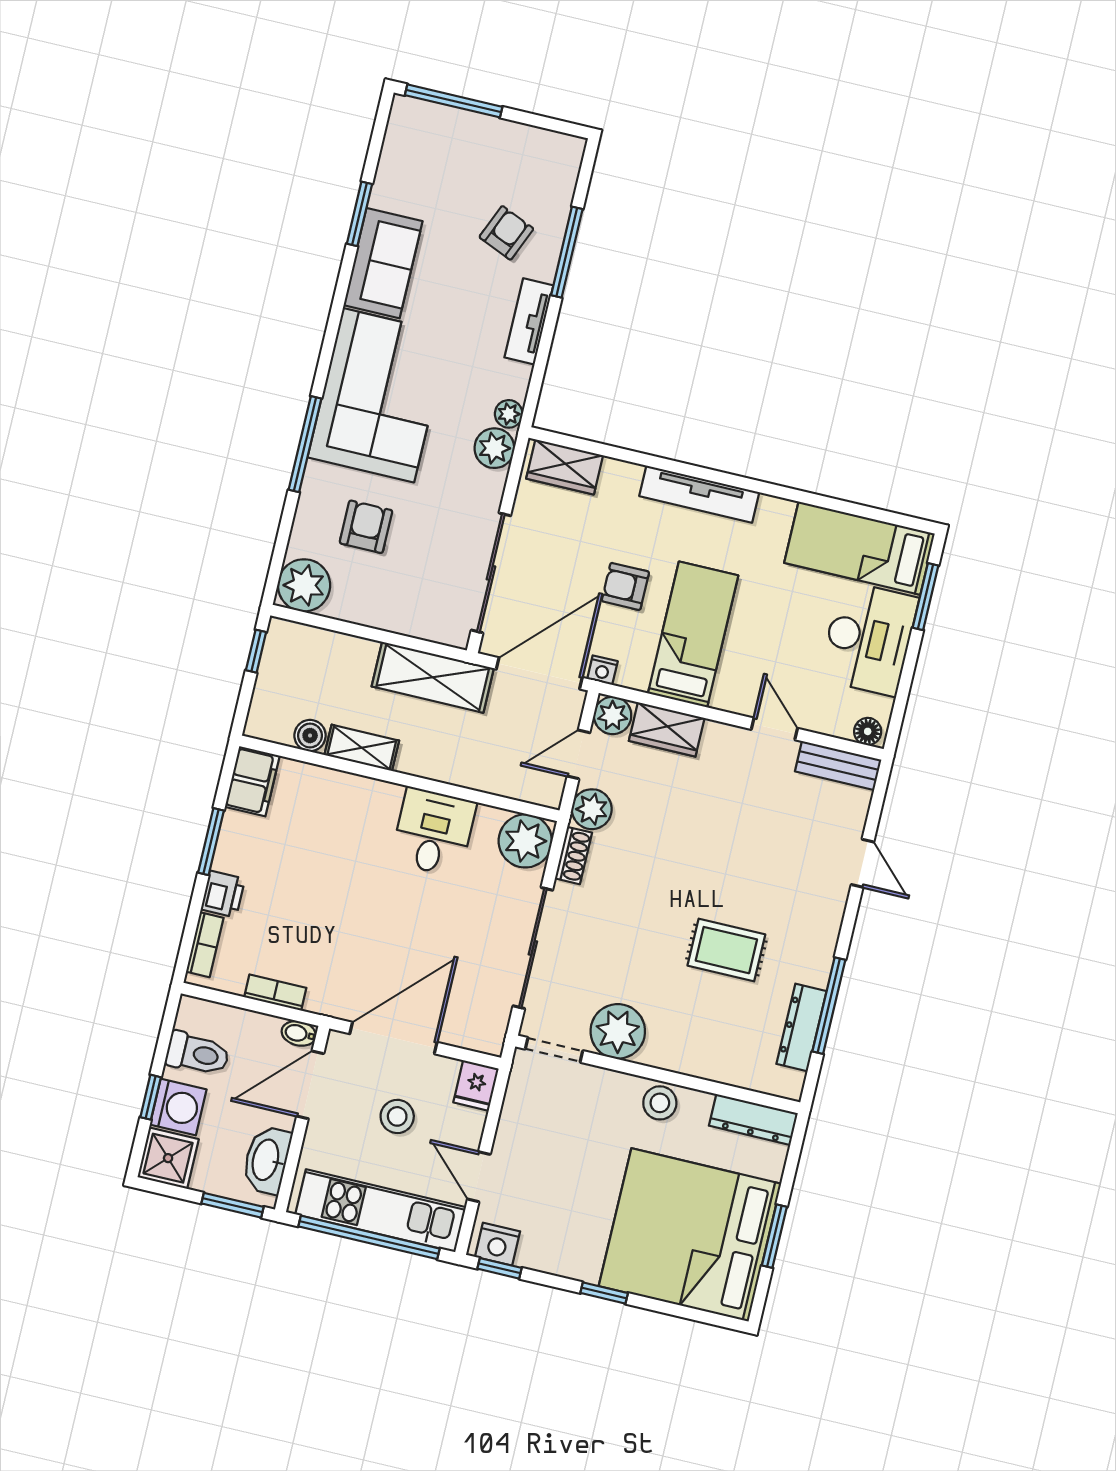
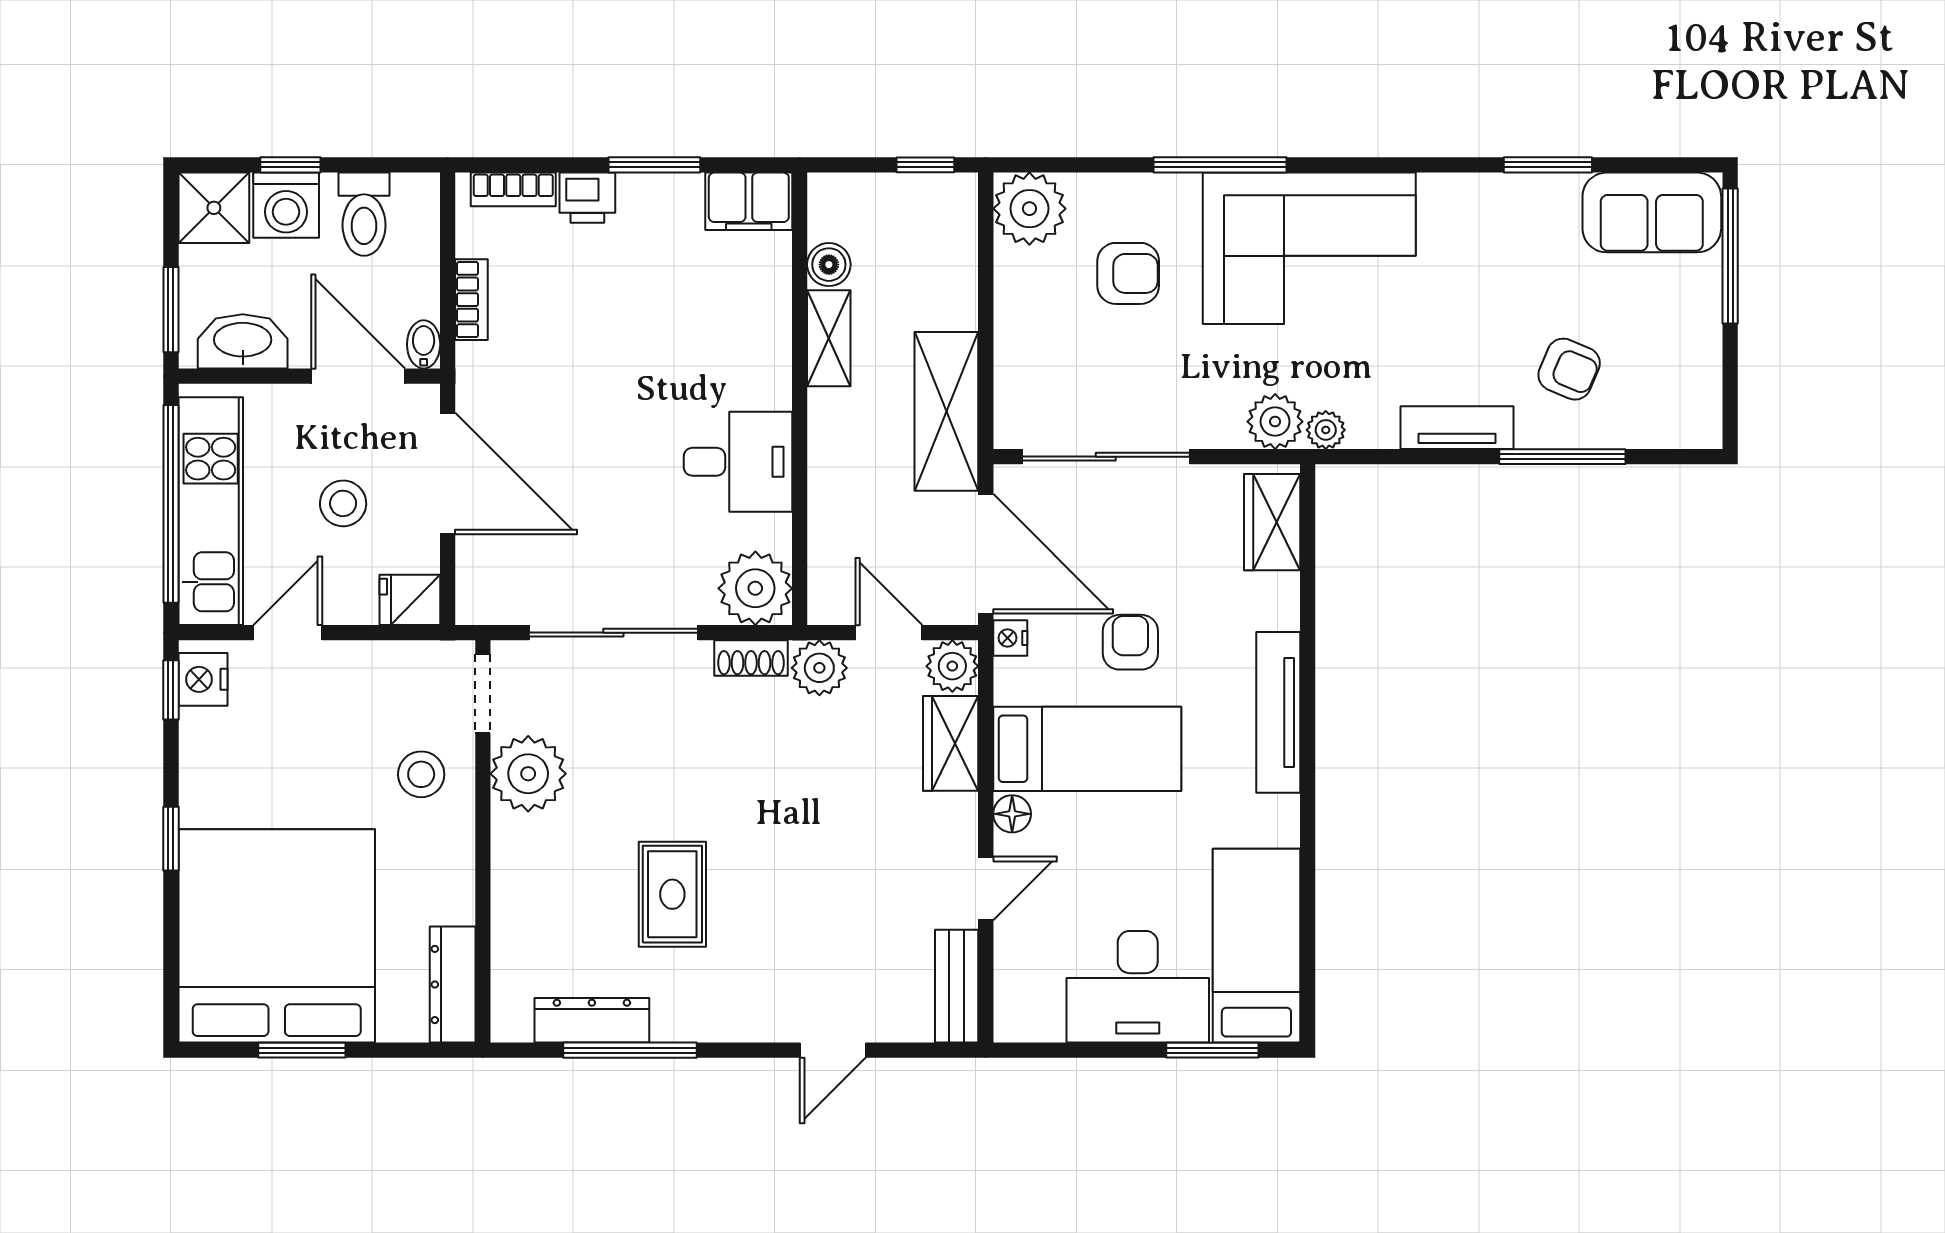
sofa: (383, 263) -> (1652, 212), moved
floor lamp: (868, 731) -> (1012, 814), moved
stool: (660, 1103) -> (421, 774), moved

